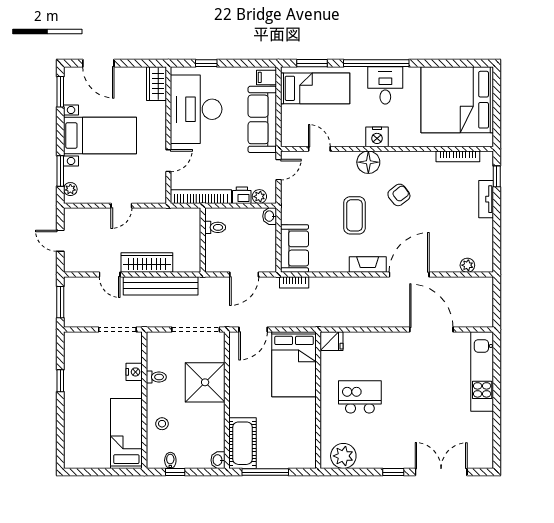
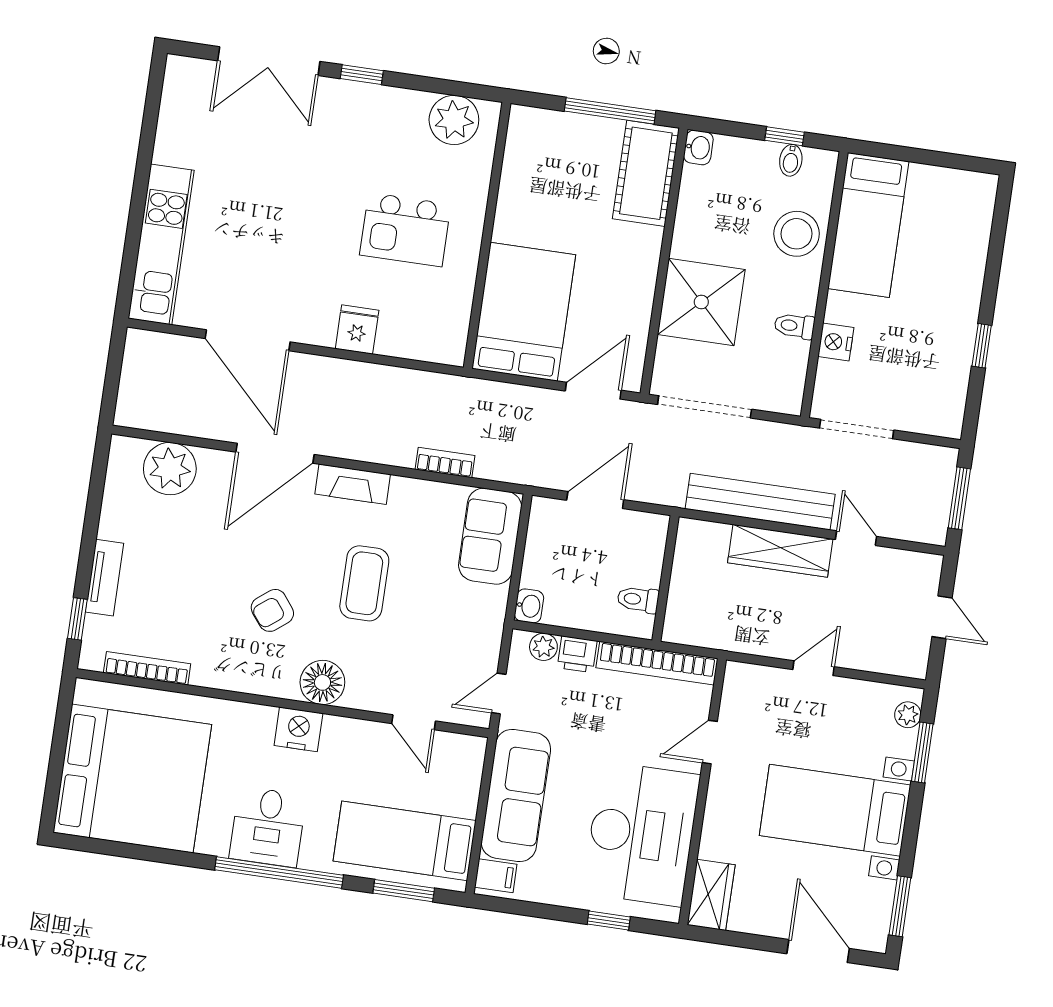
plant: (467, 265) -> (170, 469), width x1.88, depth x1.88
bookcase: (294, 282) -> (445, 462), moved
fridge: (332, 341) -> (357, 330), moved, turned 90
stool: (162, 424) -> (797, 234), width x1.89, depth x1.89

